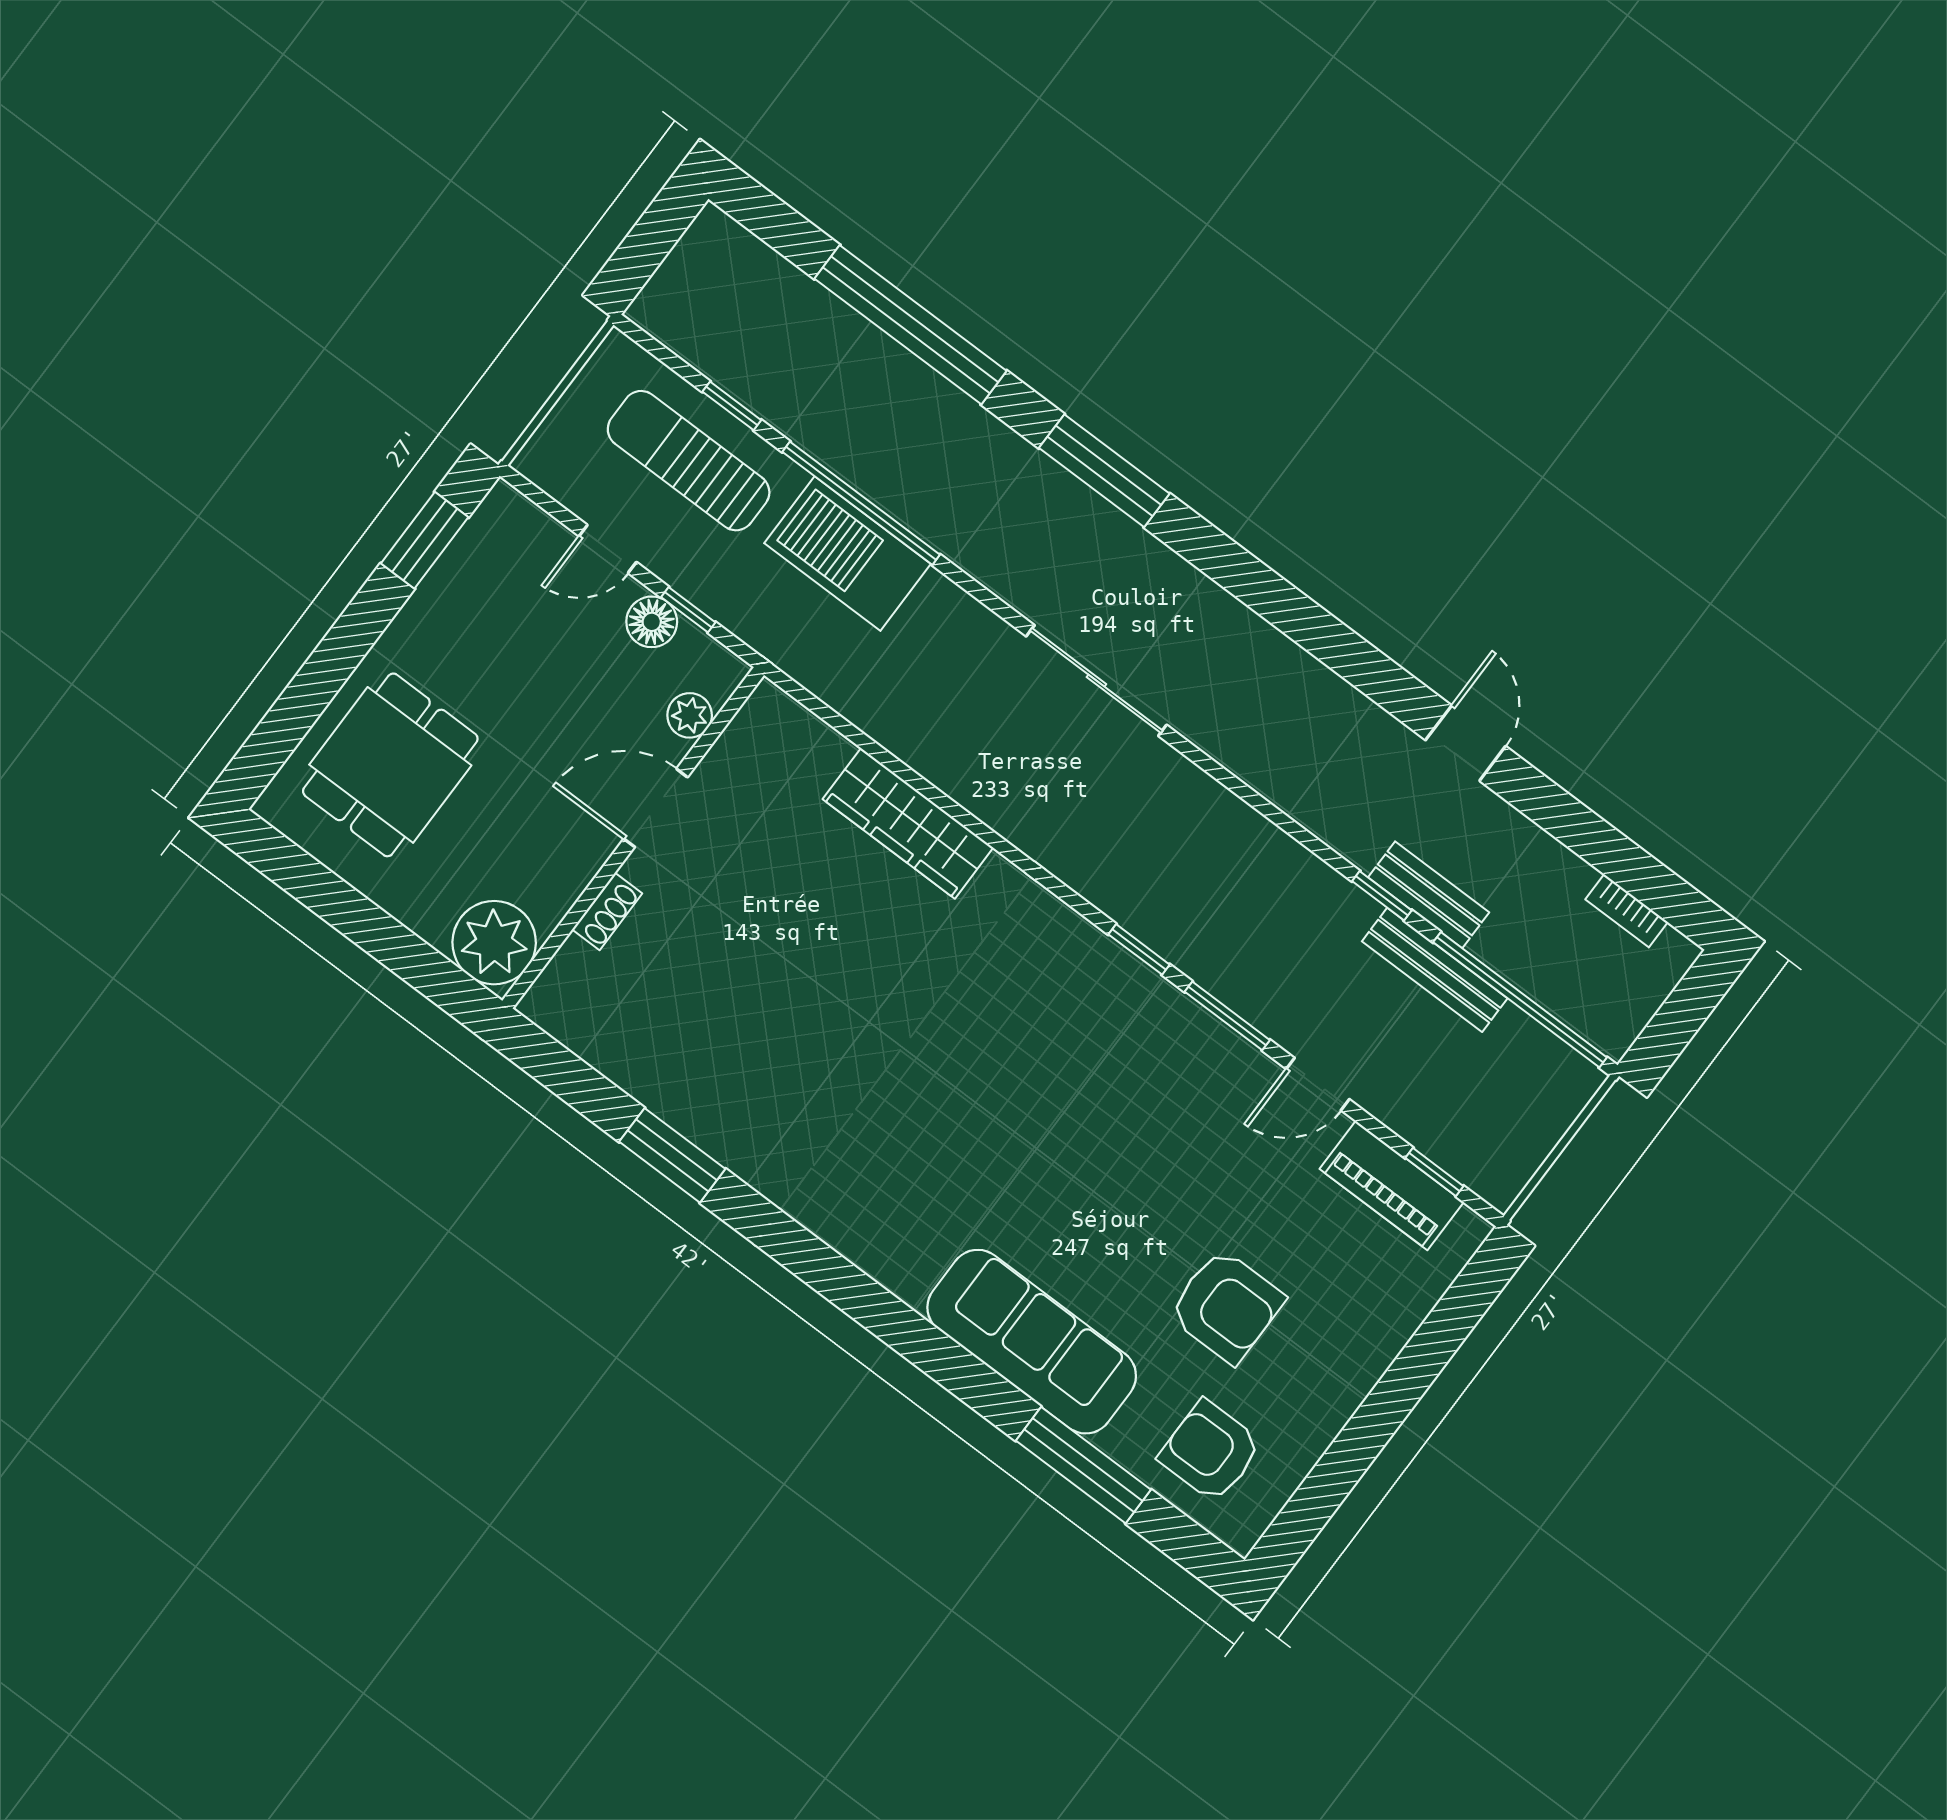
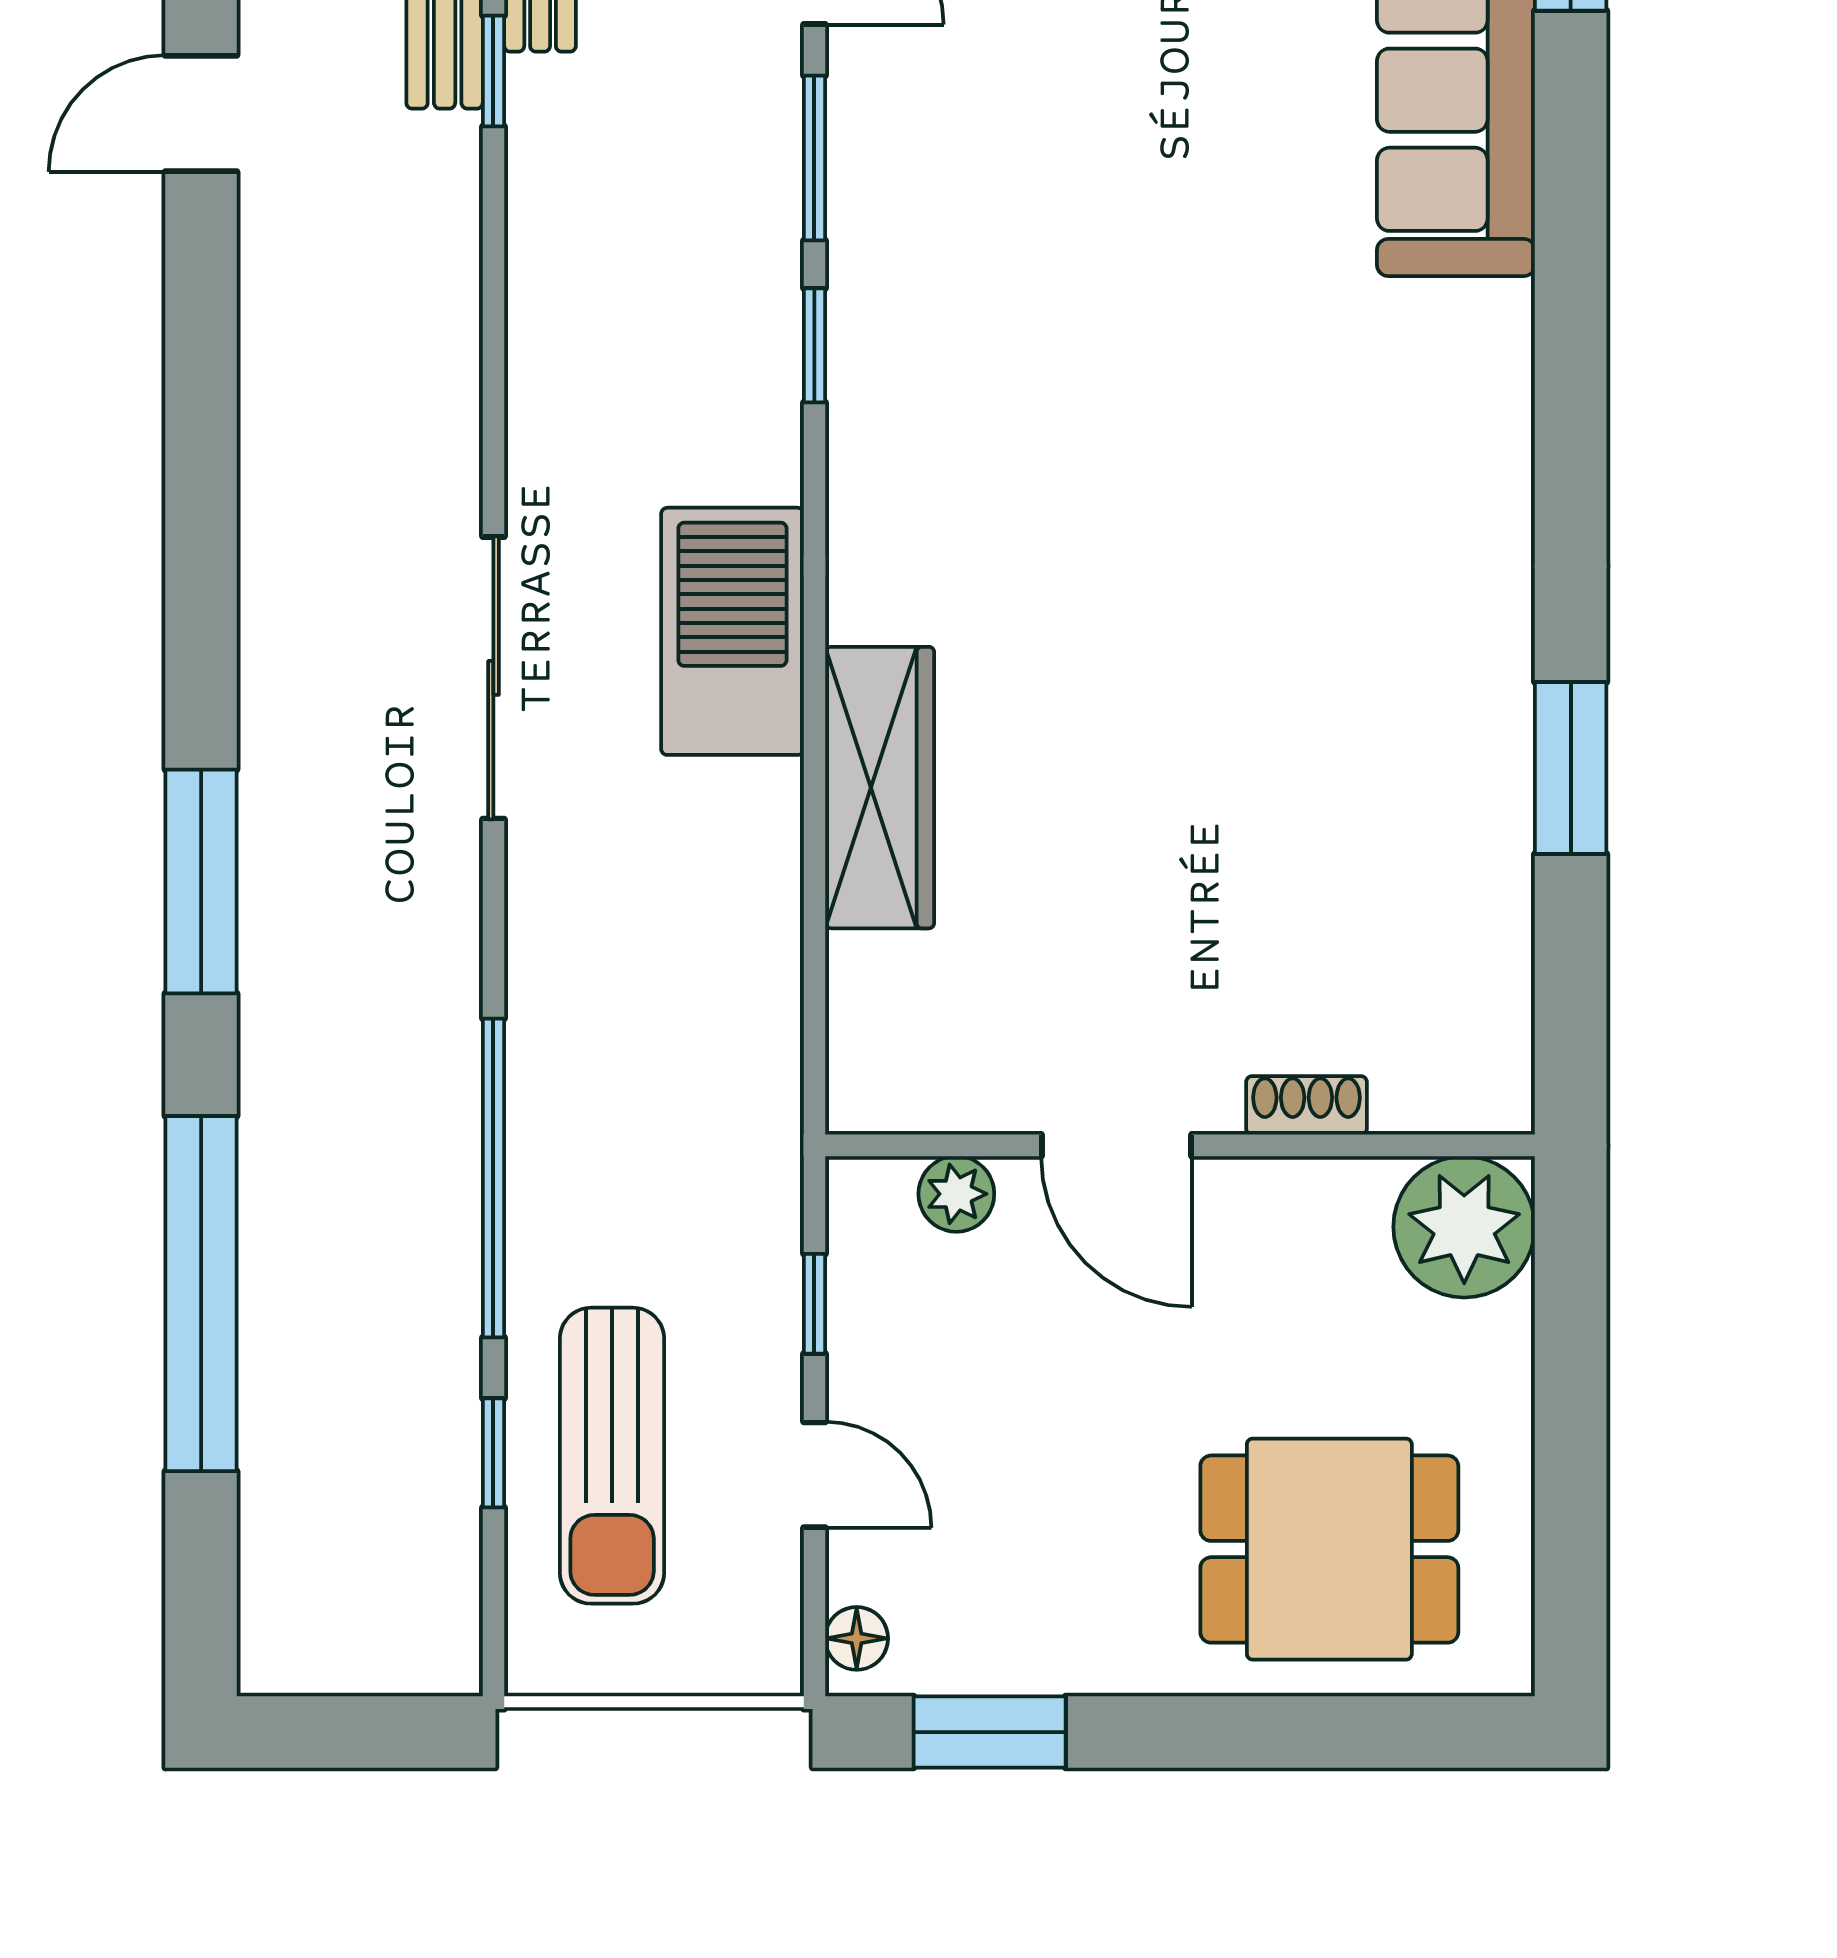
barbecue: (848, 554) -> (732, 631), moved, turned 180
floor lamp: (652, 622) -> (857, 1638), moved, width x0.73, depth x0.73

